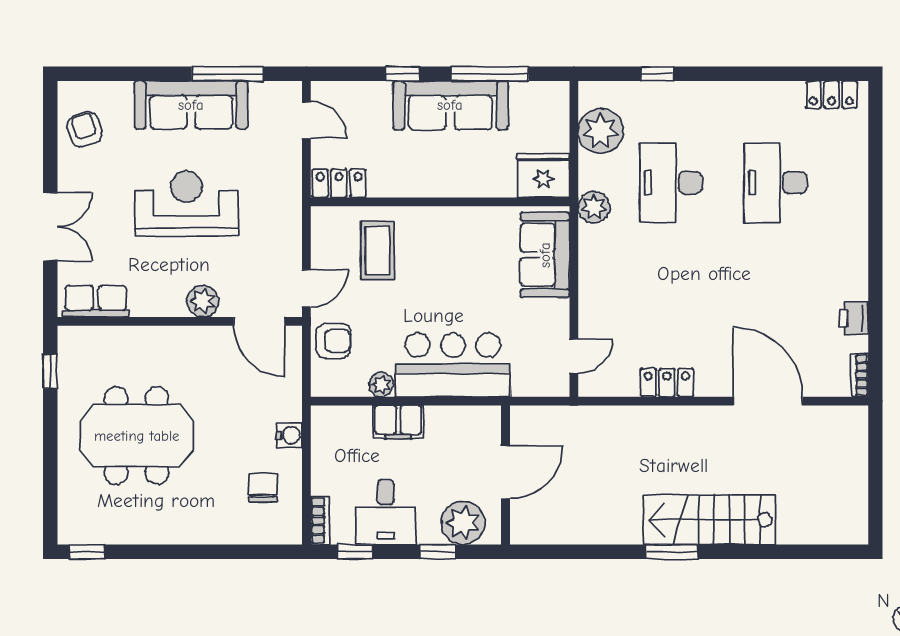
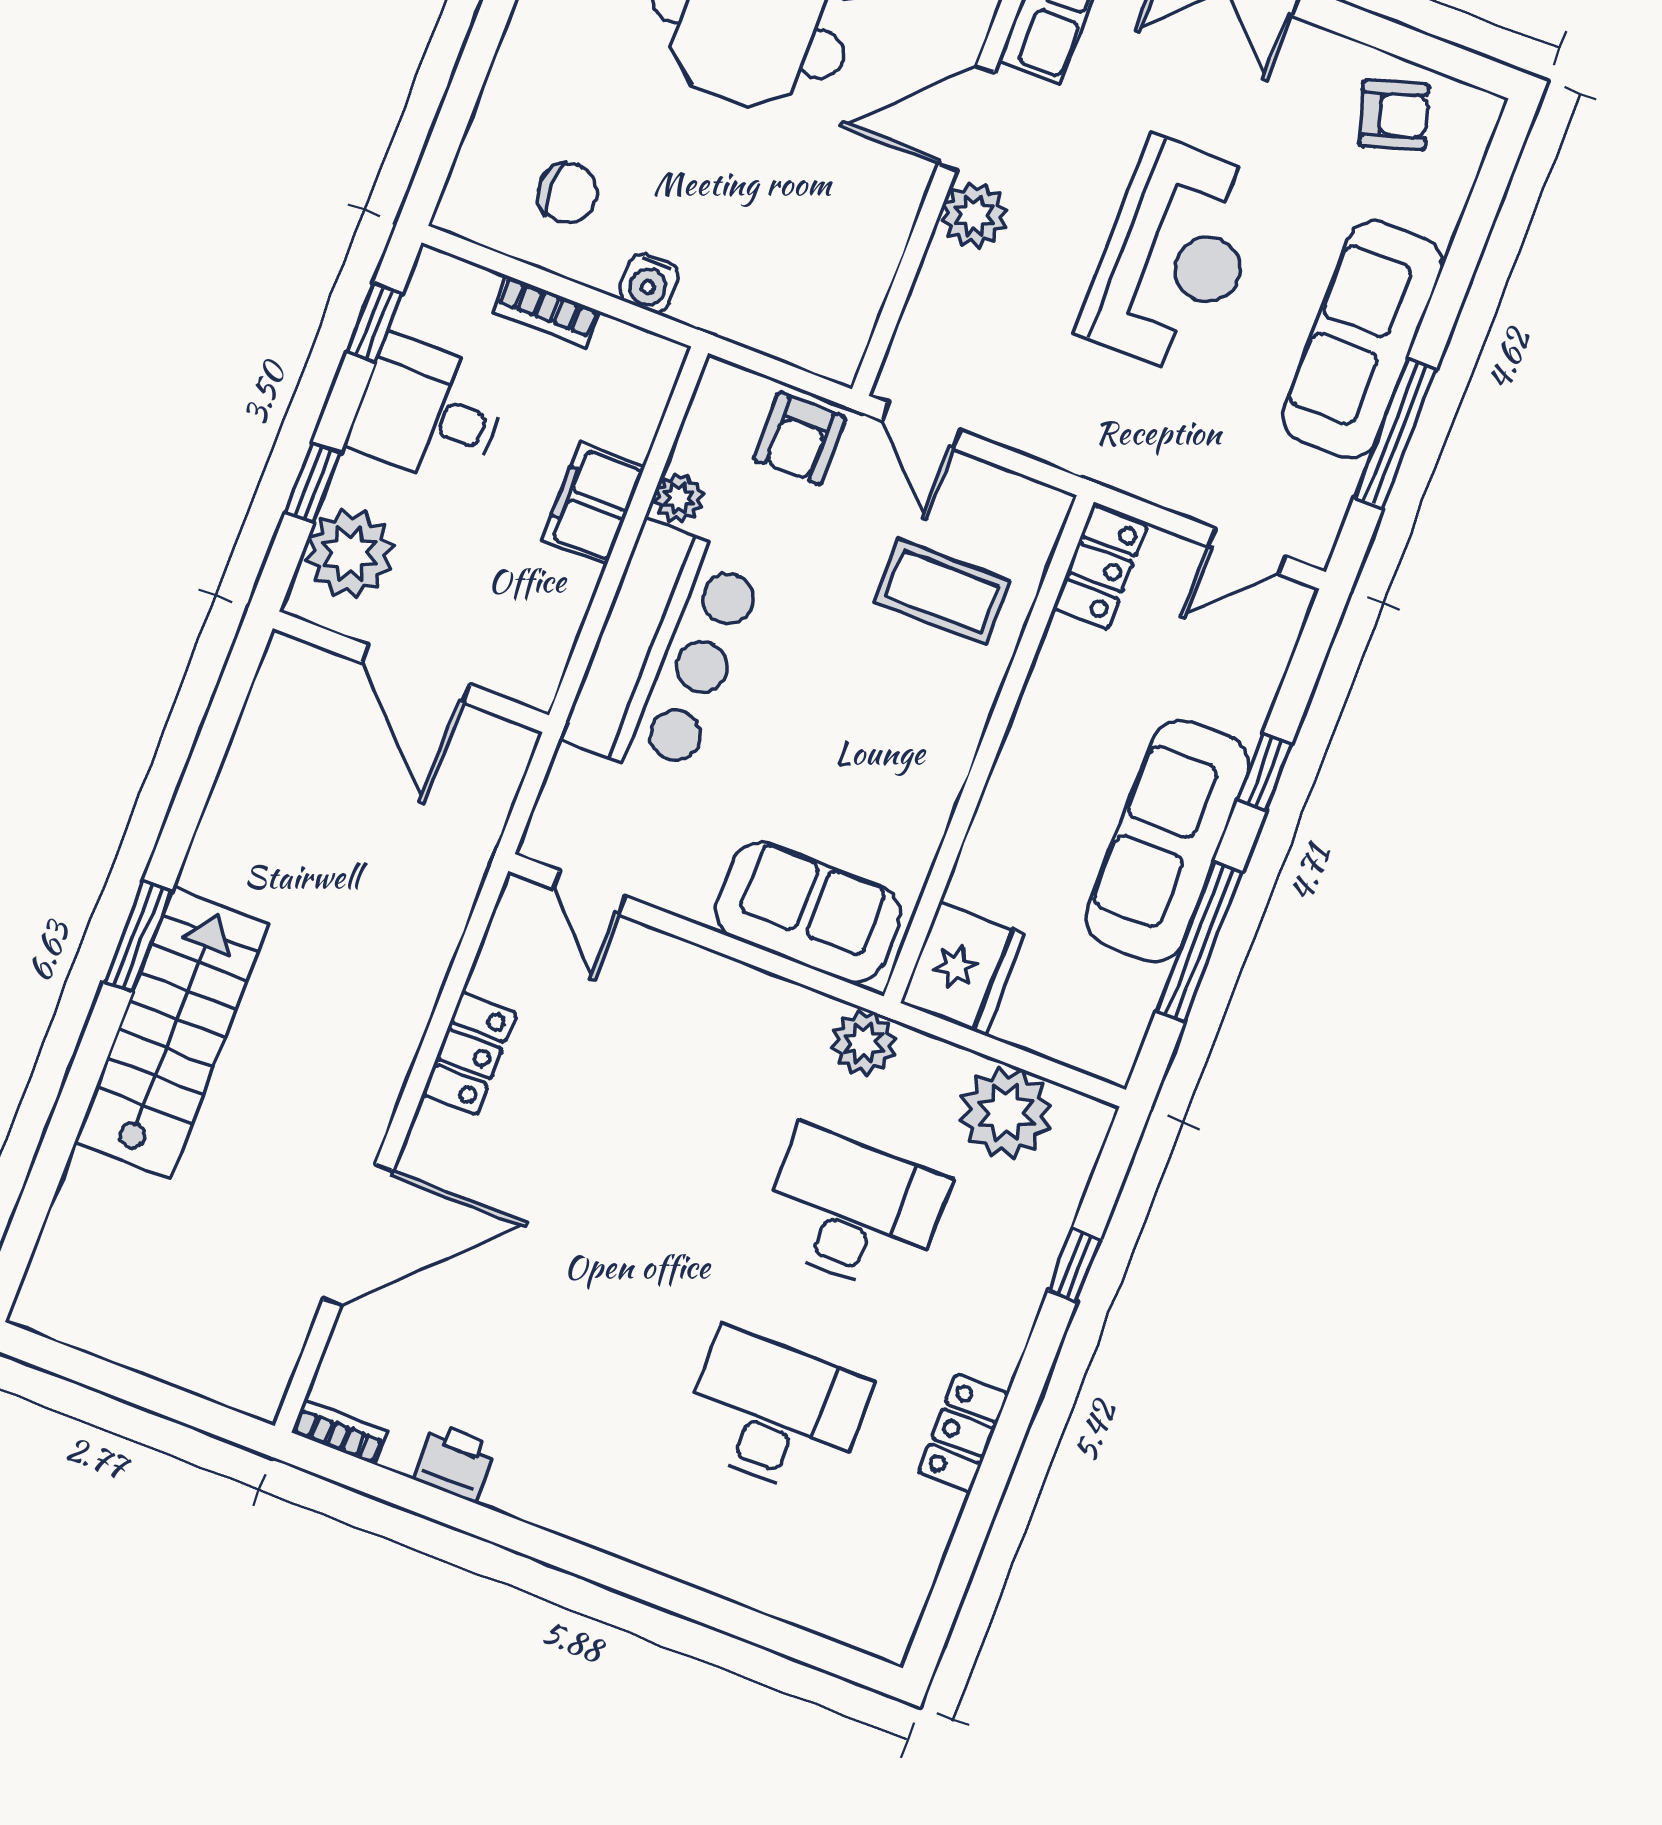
locker: (832, 95) -> (963, 1433), moved
door: (259, 321) -> (966, 118), moved
bookcase: (320, 521) -> (546, 312), moved

